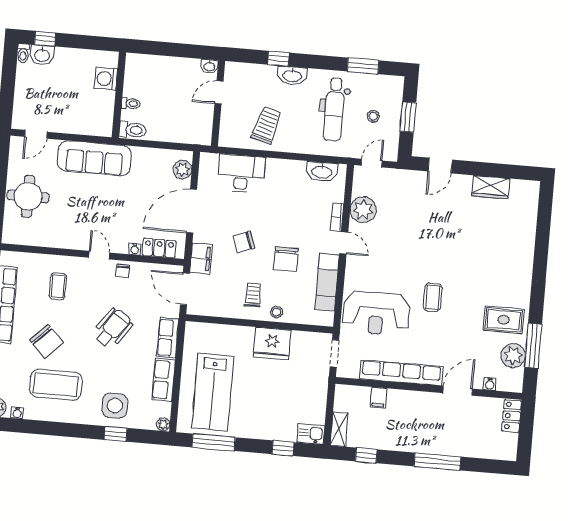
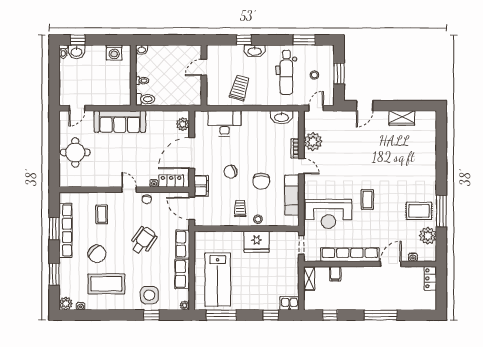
washbasin: (209, 66) -> (142, 50), moved
washing machine: (106, 79) -> (114, 53), moved, turned -90
window: (533, 346) -> (441, 211), moved
shelving: (339, 429) -> (309, 278), moved

